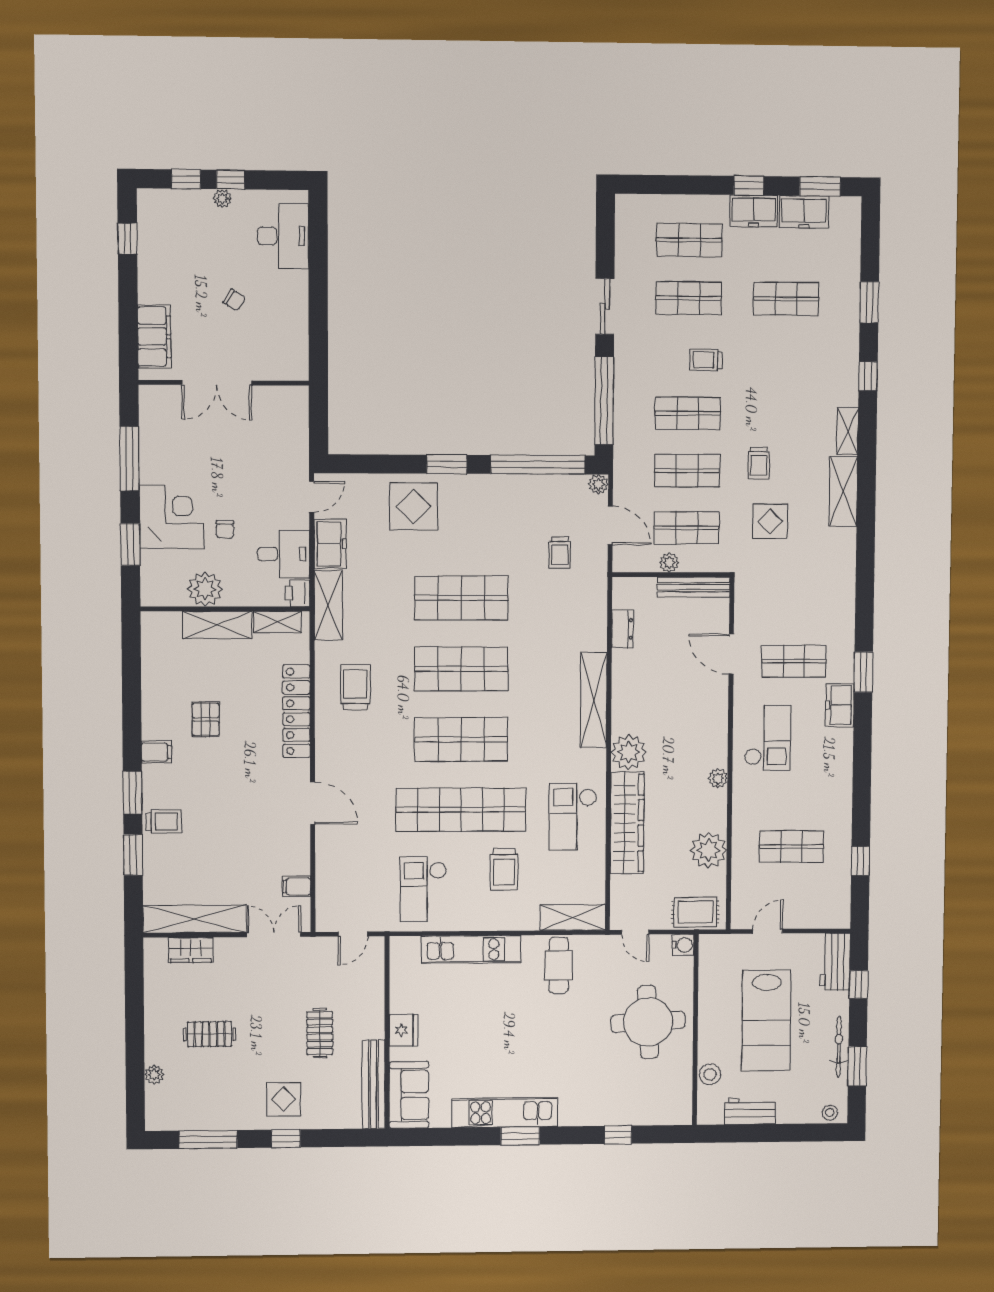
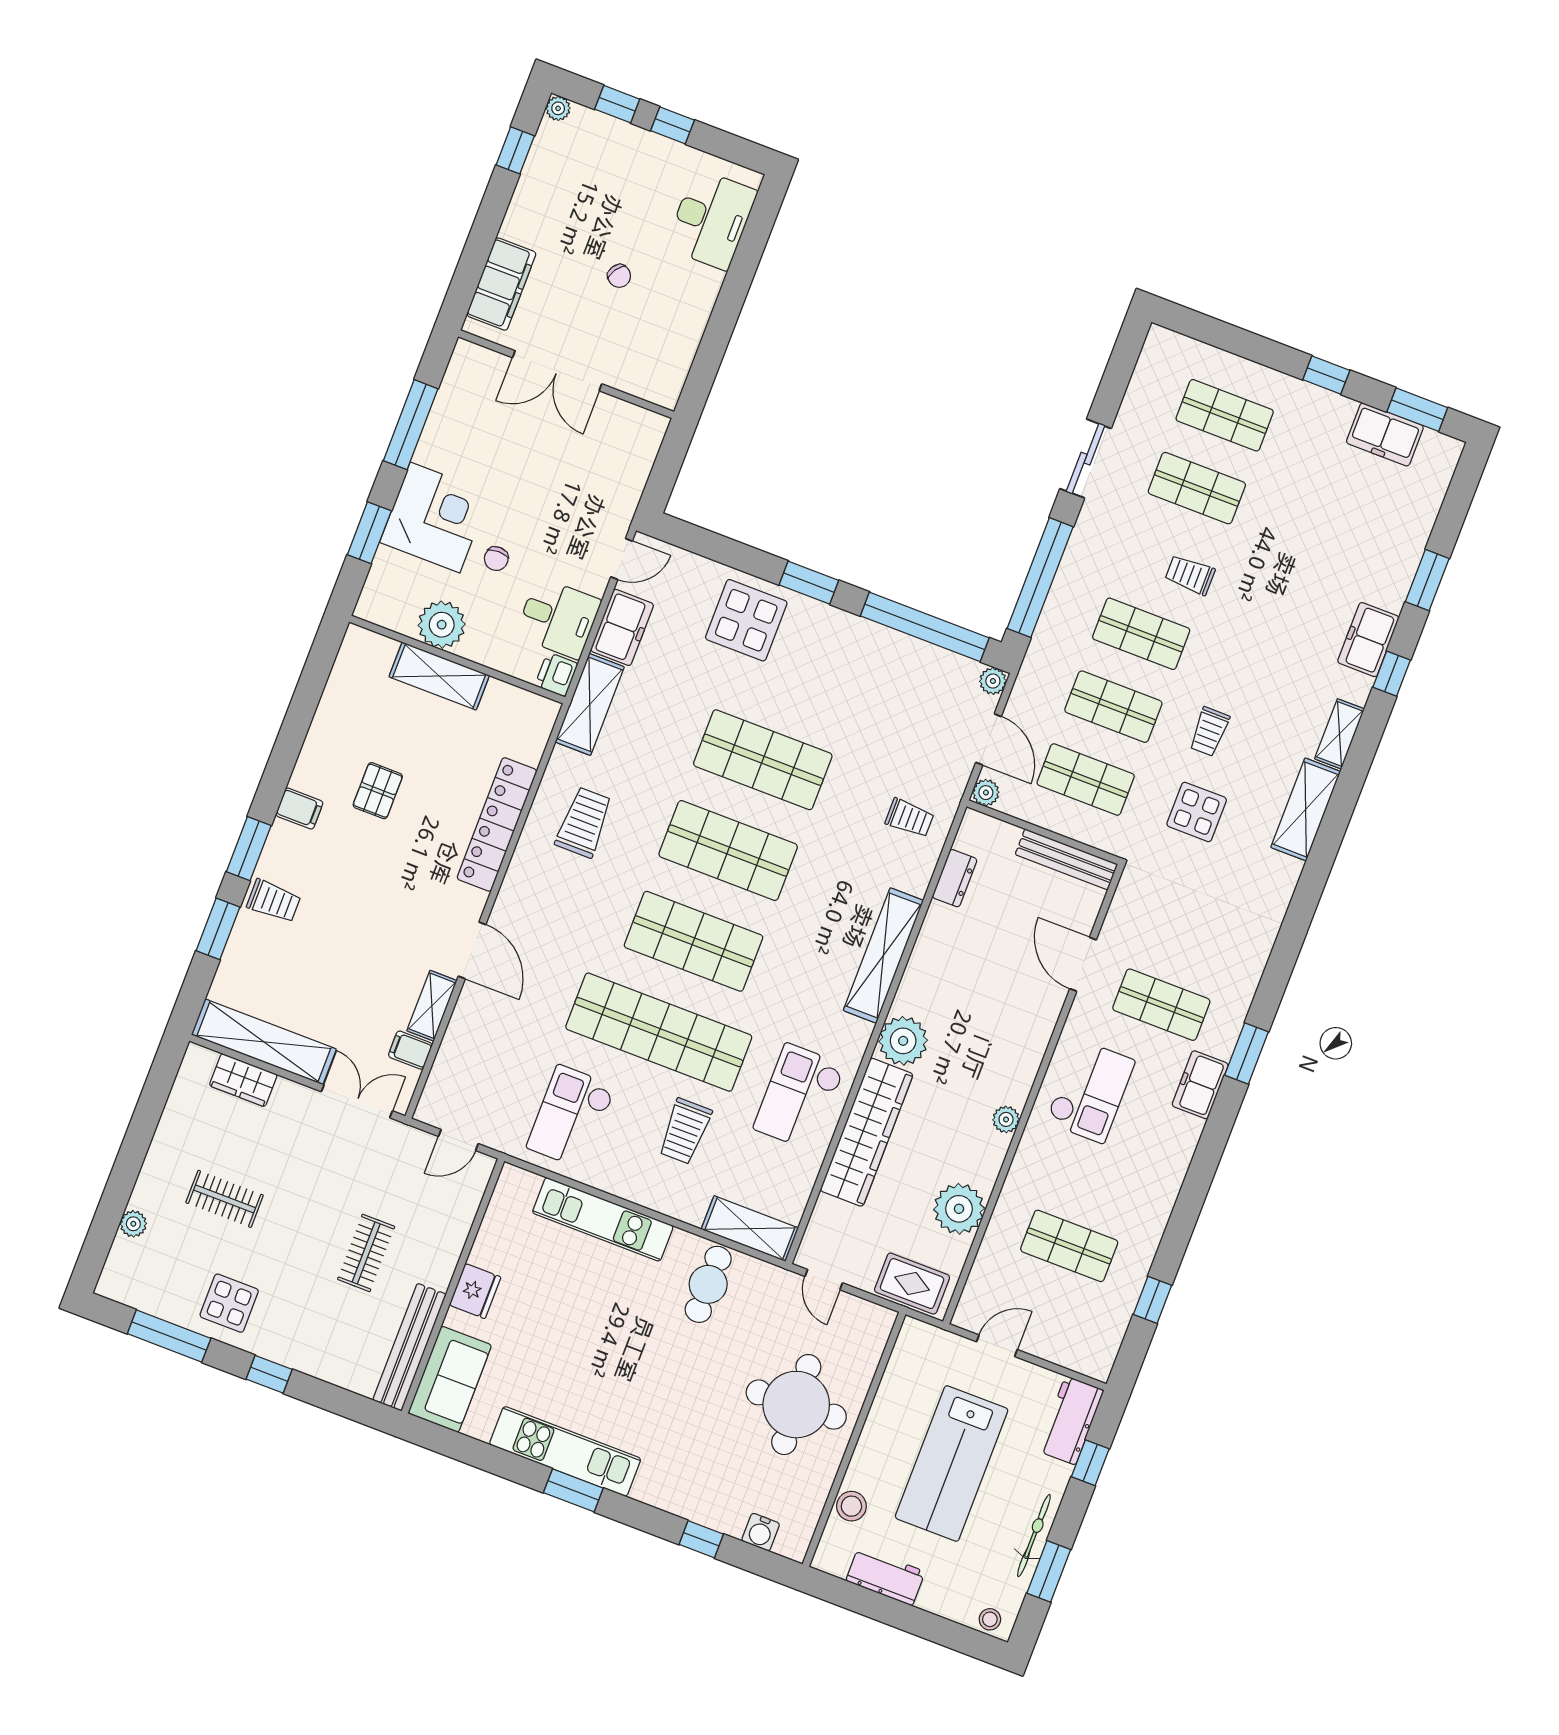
plant: (222, 198) -> (558, 108), moved
freezer: (754, 211) -> (1368, 640), moved, turned 90
shop shelf: (786, 299) -> (1322, 536), removed
trolley: (560, 553) -> (910, 818), moved, turned -90
plant: (669, 563) -> (986, 793), moved
shelving: (278, 622) -> (432, 1006), moved, turned 90
water cooler: (683, 945) -> (761, 1532), moved, turned 90
display table: (284, 1099) -> (229, 1303), moved

